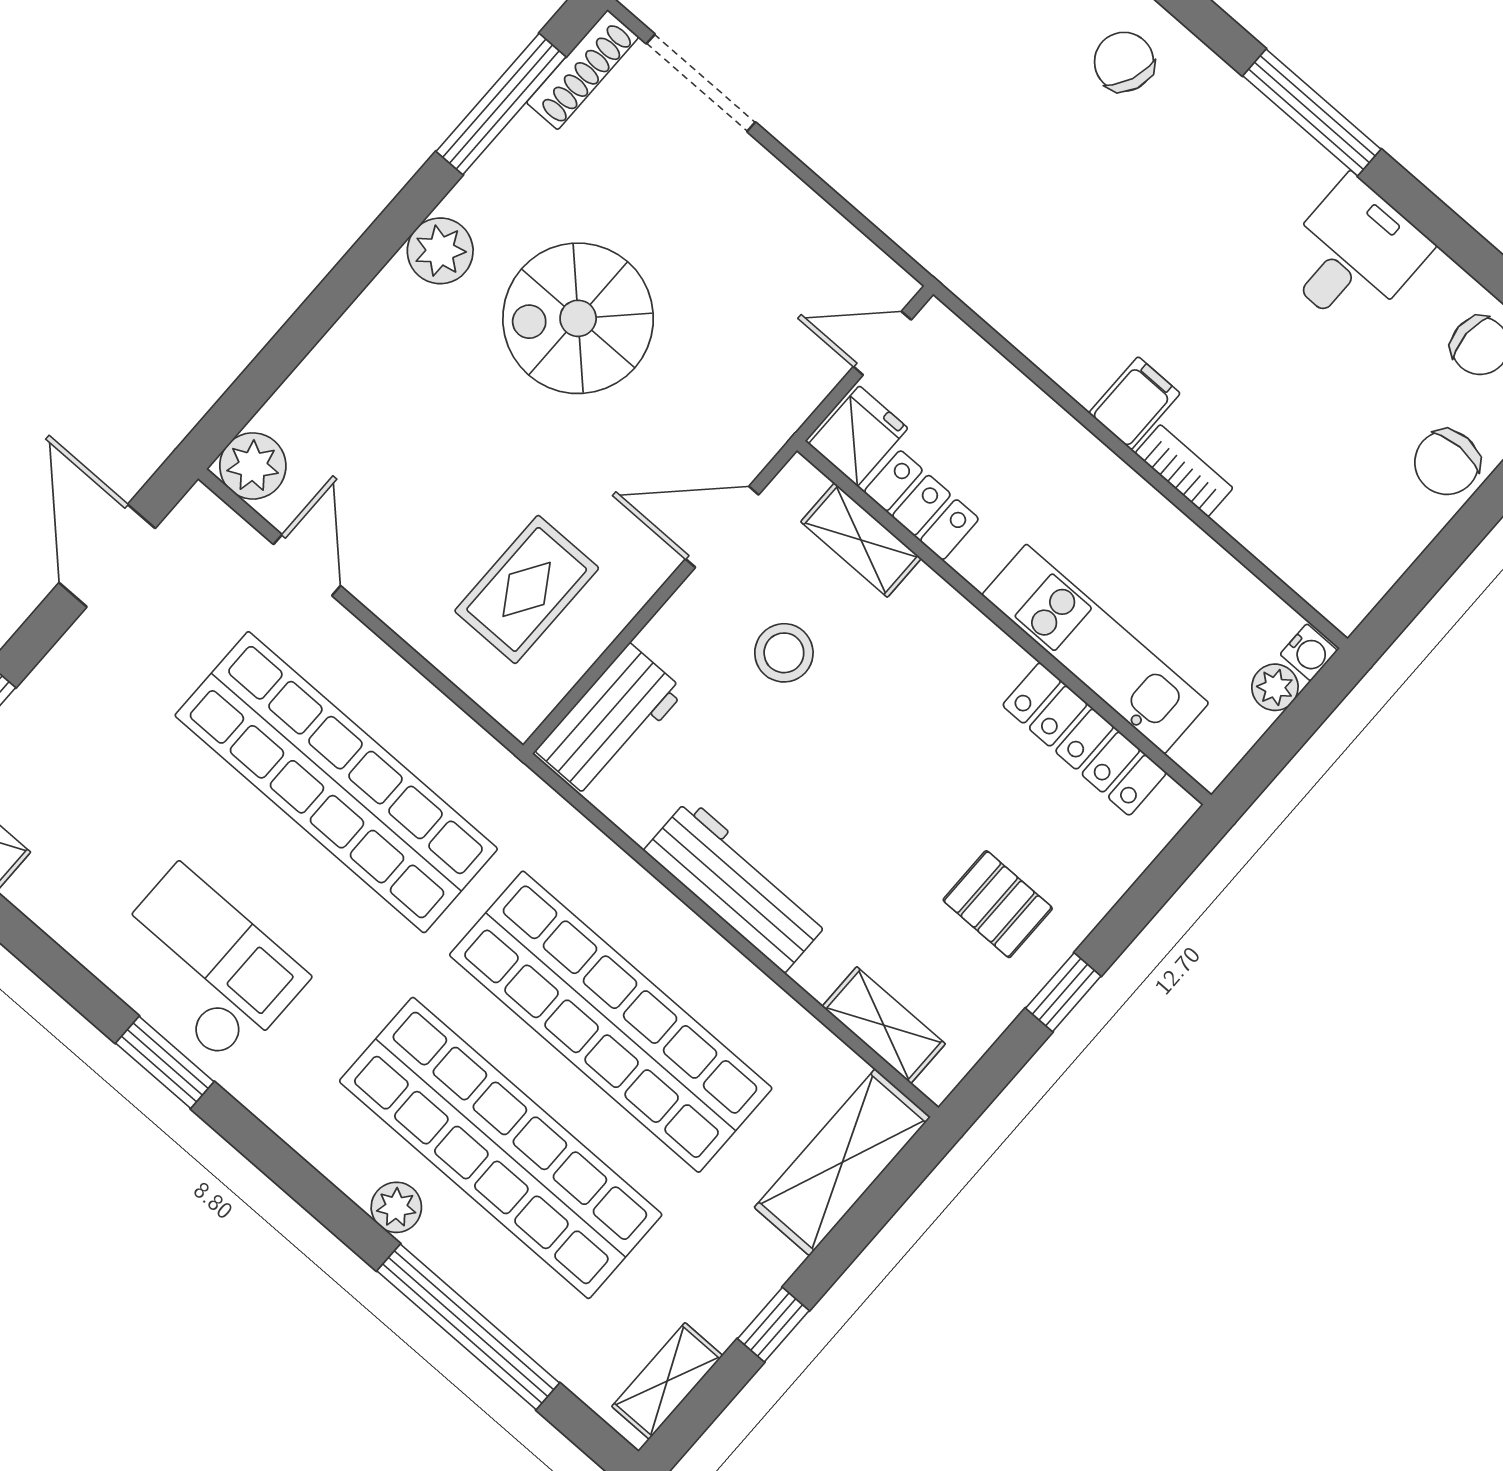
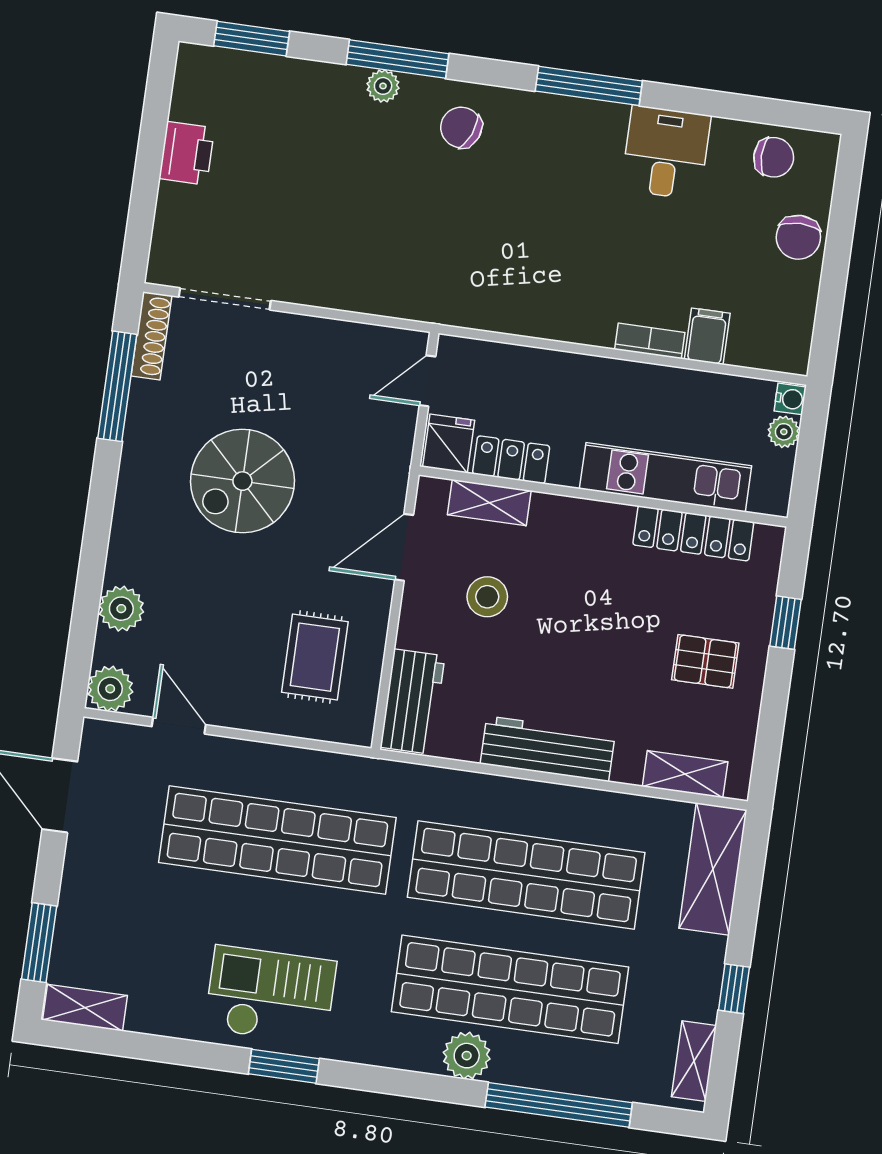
plant: (440, 251) -> (121, 609), moved
filing cabinet: (1135, 403) -> (707, 336), moved
window: (1063, 992) -> (785, 623), moved
plant: (396, 1207) -> (467, 1056), width x1.38, depth x1.38

